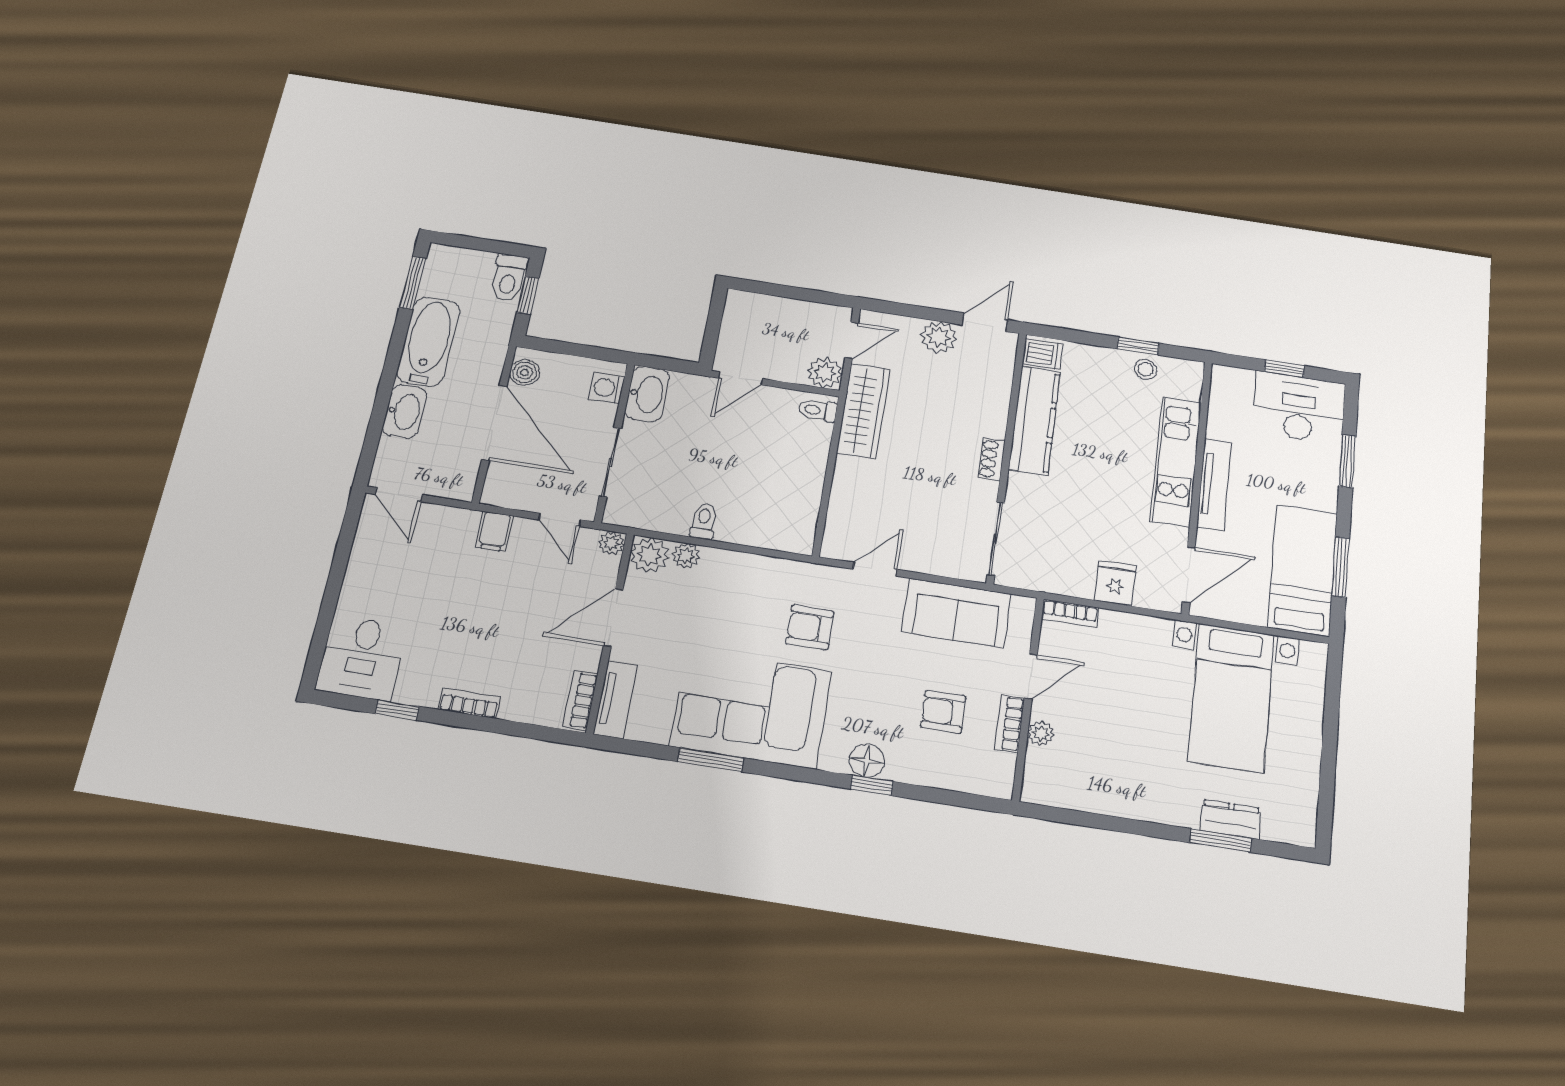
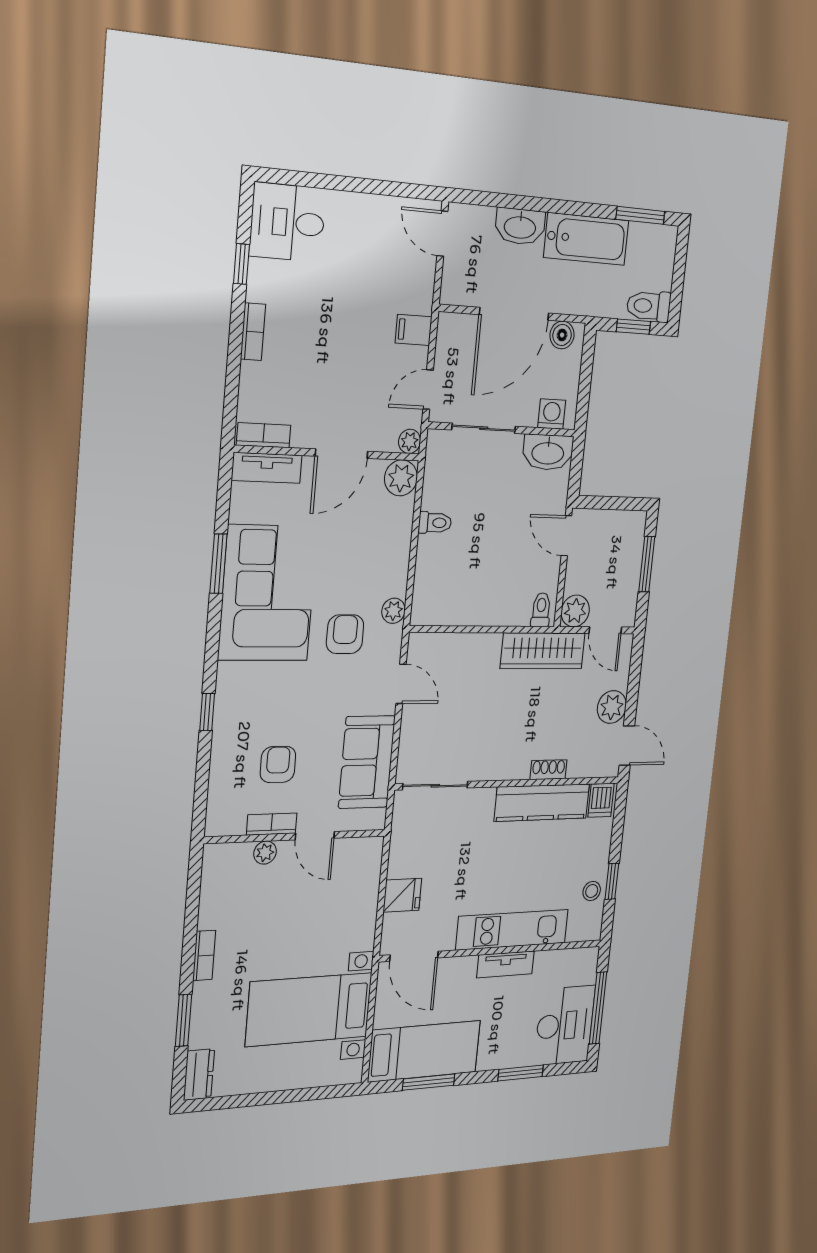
window: (786, 292) -> (647, 564), added
window: (1284, 369) -> (598, 1008), width x2.17
shoe rack: (992, 459) -> (548, 770), moved
tv unit: (1214, 484) -> (505, 964), width x0.71
door: (399, 495) -> (442, 234), hinge flipped
plant: (686, 556) -> (393, 611), moved
bookcase: (1070, 613) -> (204, 955), moved, turned 180
door: (613, 618) -> (342, 454), swing flipped
floor lamp: (867, 761) -> (229, 704), removed
dresser: (1230, 819) -> (199, 1074), moved

